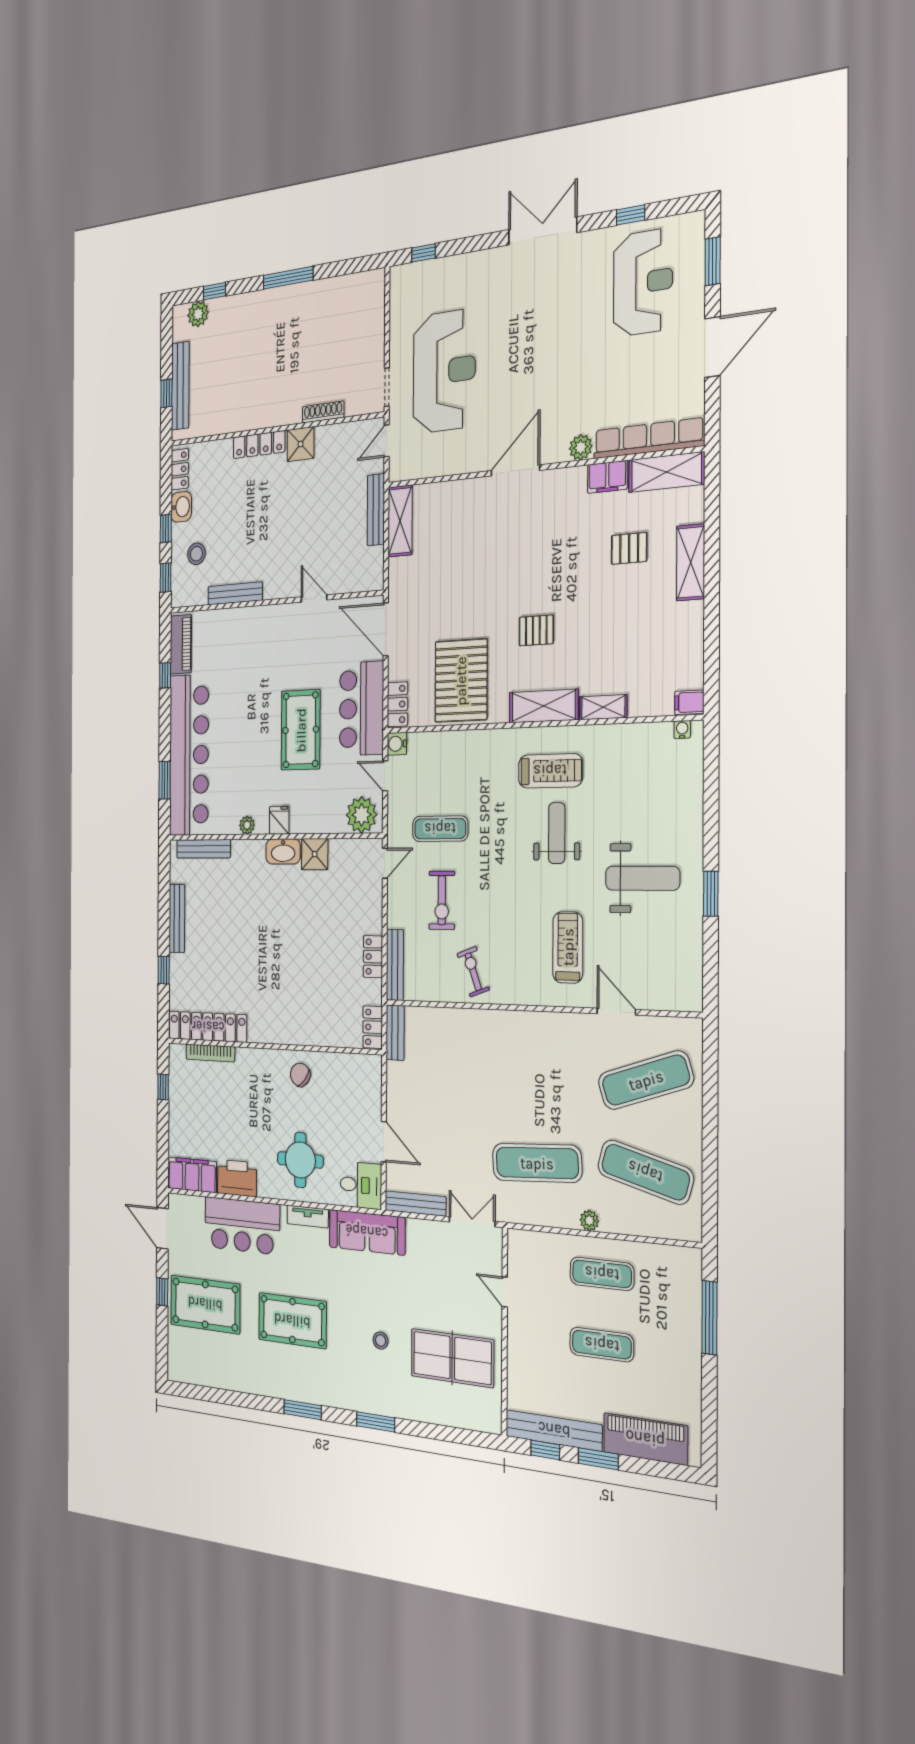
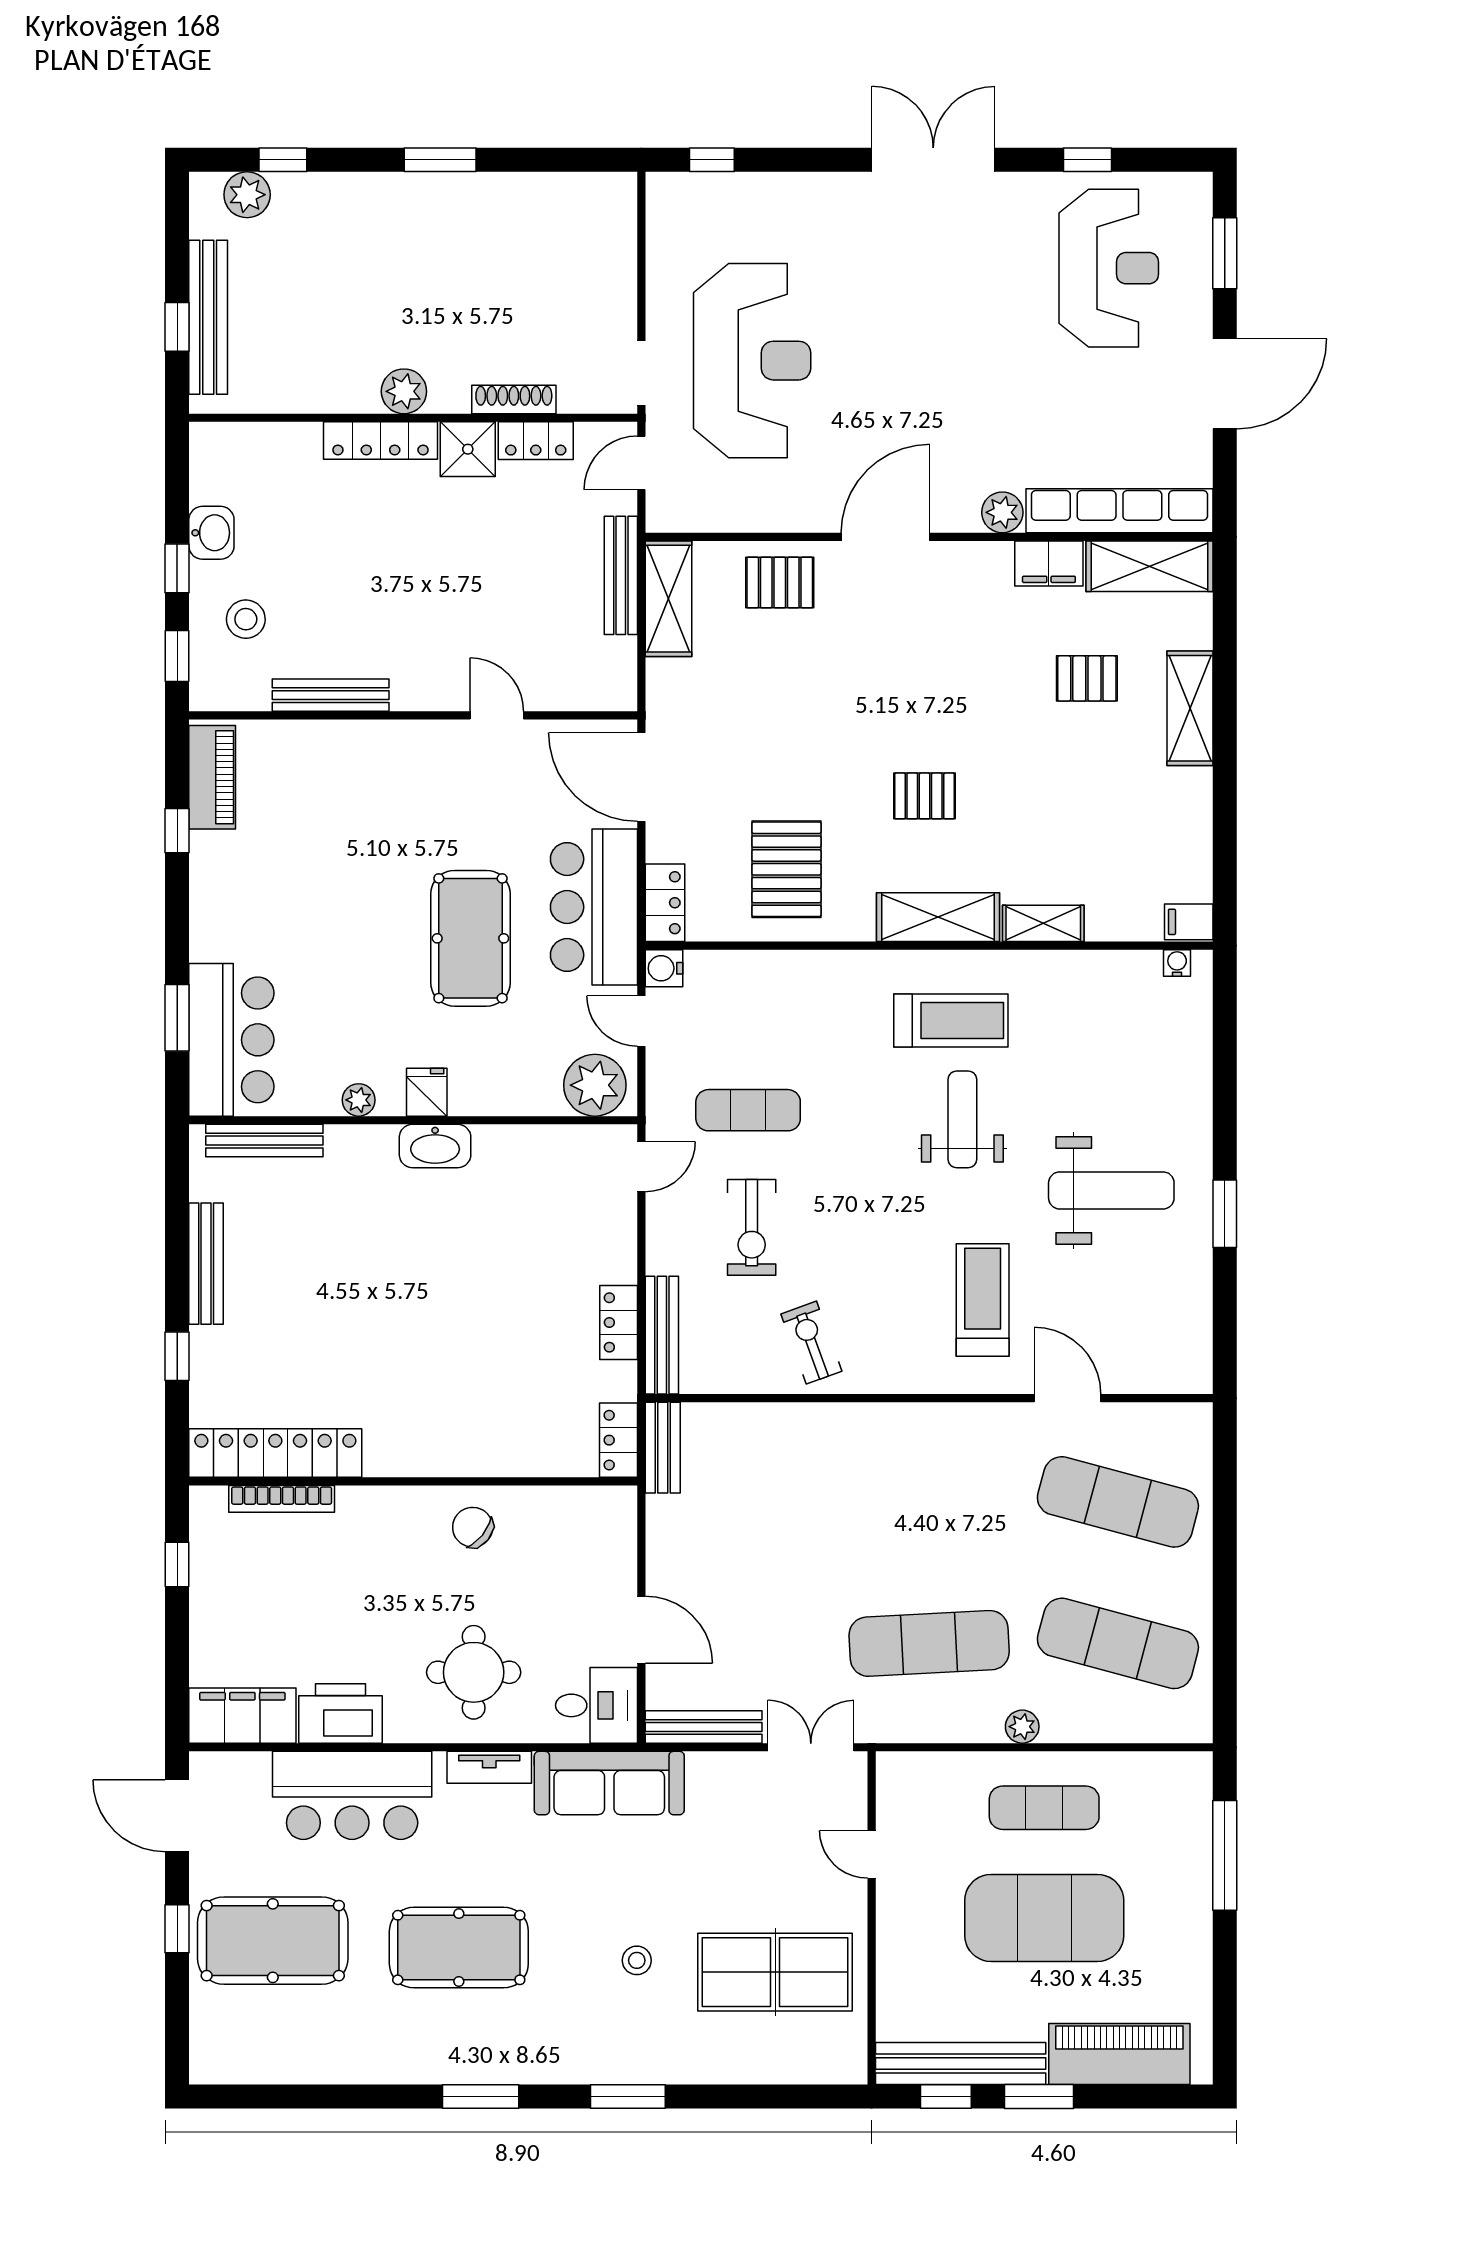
window: (288, 278) -> (440, 160), width x0.69
plant: (270, 415) -> (404, 391), added
locker: (180, 469) -> (536, 441), moved, turned 90
pallet: (458, 505) -> (780, 583), added
pallet: (461, 681) -> (786, 869), width x0.73, depth x0.71
bar counter: (189, 755) -> (231, 1040), width x0.54
shower: (315, 854) -> (500, 1151), removed
exercise mat: (646, 1080) -> (1118, 1502), turned 33
exercise mat: (602, 1345) -> (1044, 1918), width x2.00, depth x1.45

